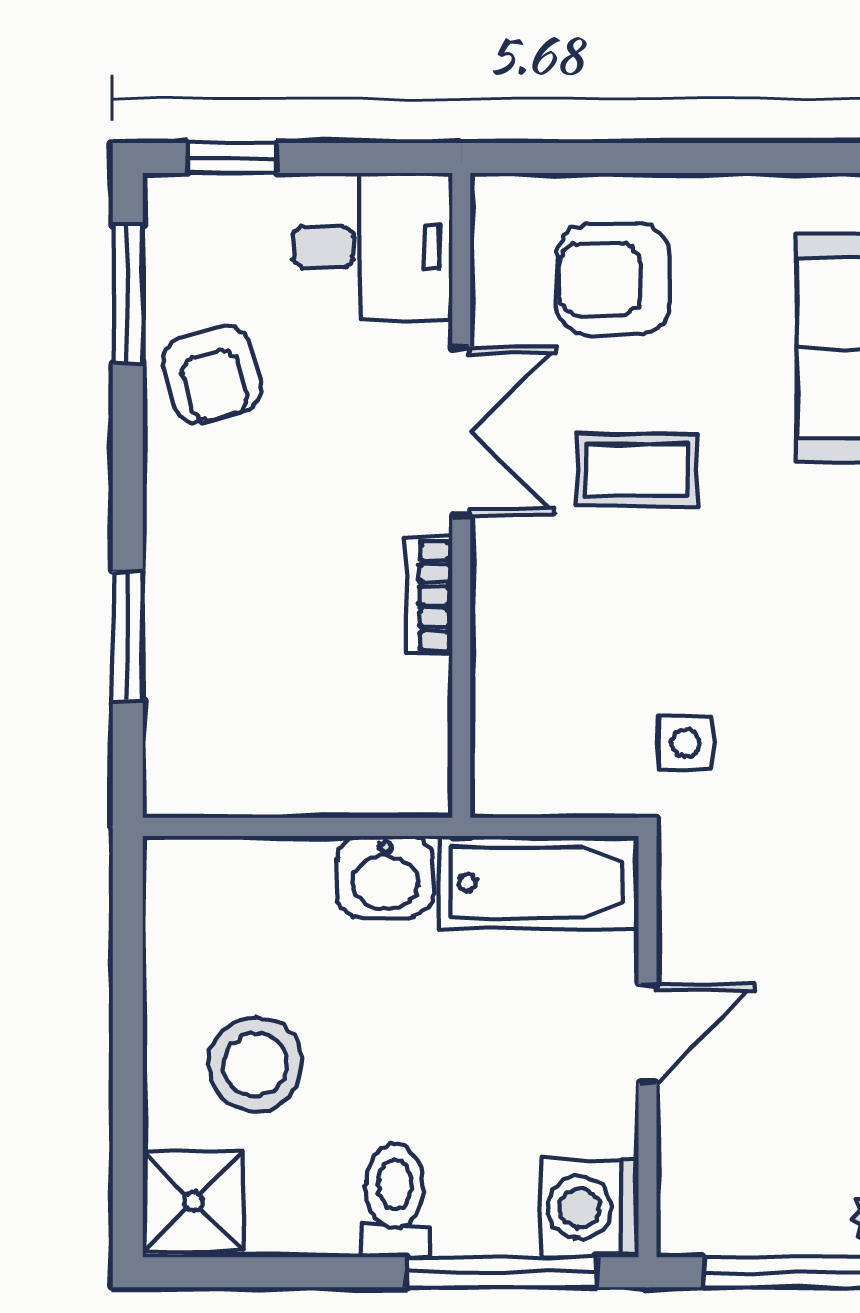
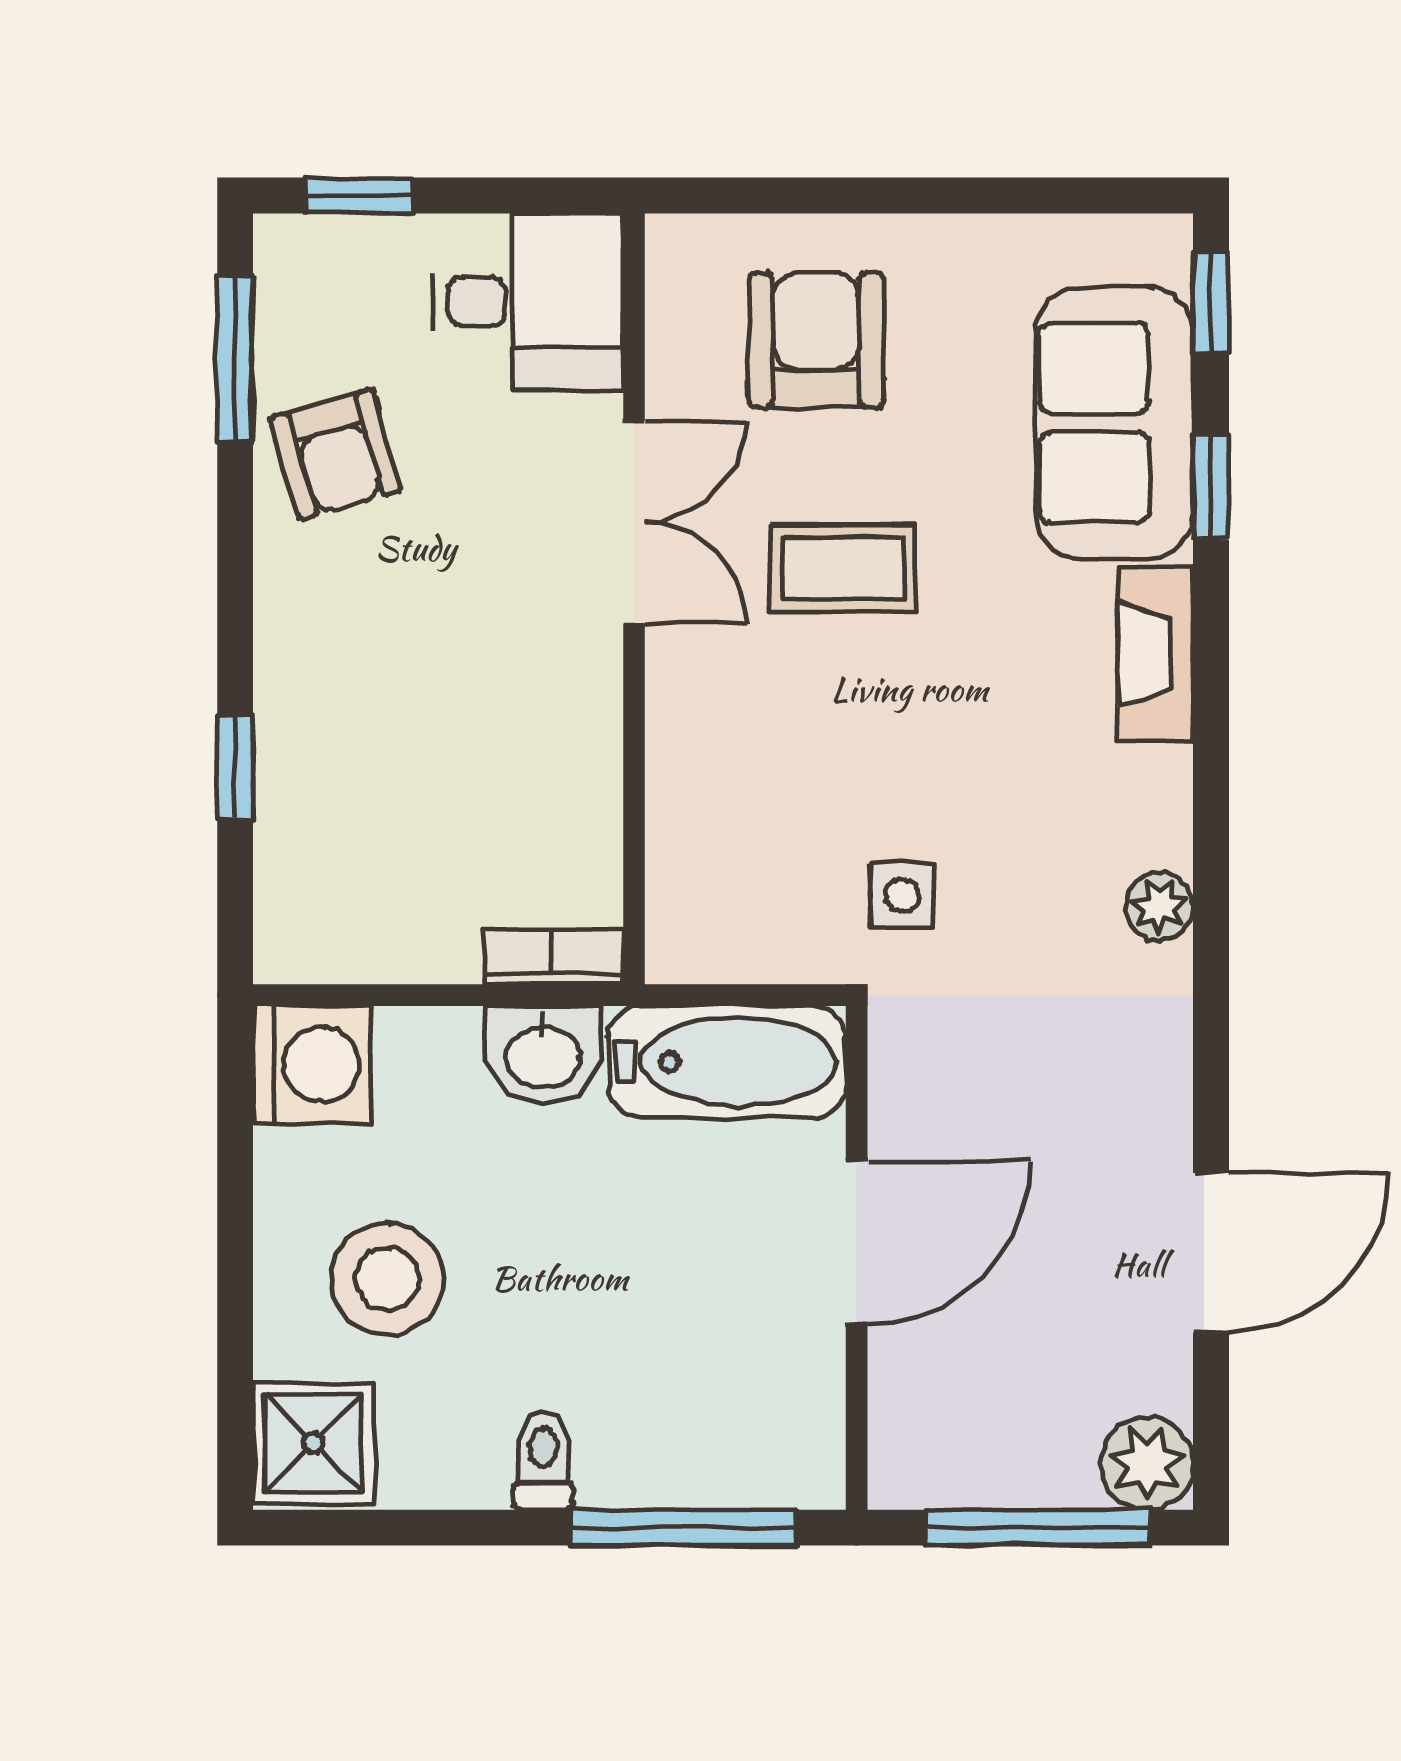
armchair: (613, 279) -> (816, 340), turned 90
bookcase: (429, 595) -> (554, 957), moved, turned 90
window: (128, 636) -> (235, 767), width x0.67
door: (647, 1034) -> (857, 1242), width x1.38
toilet: (395, 1200) -> (543, 1461), width x0.73, depth x0.72
washing machine: (589, 1208) -> (312, 1065), moved, turned 180

